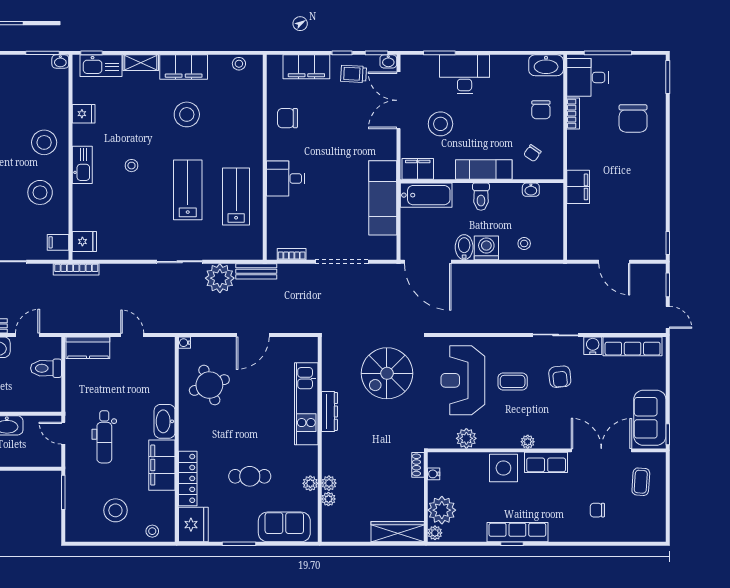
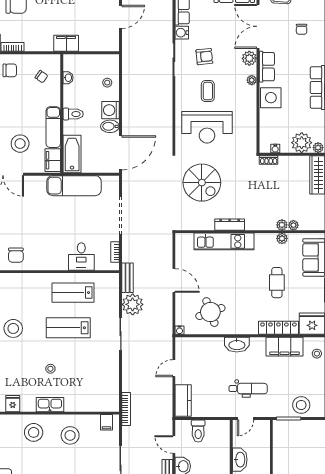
exam couch: (484, 169) -> (53, 127), moved
desk: (286, 179) -> (81, 257), moved
fridge: (84, 242) -> (106, 403), removed
plant: (466, 438) -> (249, 58), moved
filing cabinet: (162, 465) -> (285, 347), moved
stool: (115, 510) -> (301, 405), moved

